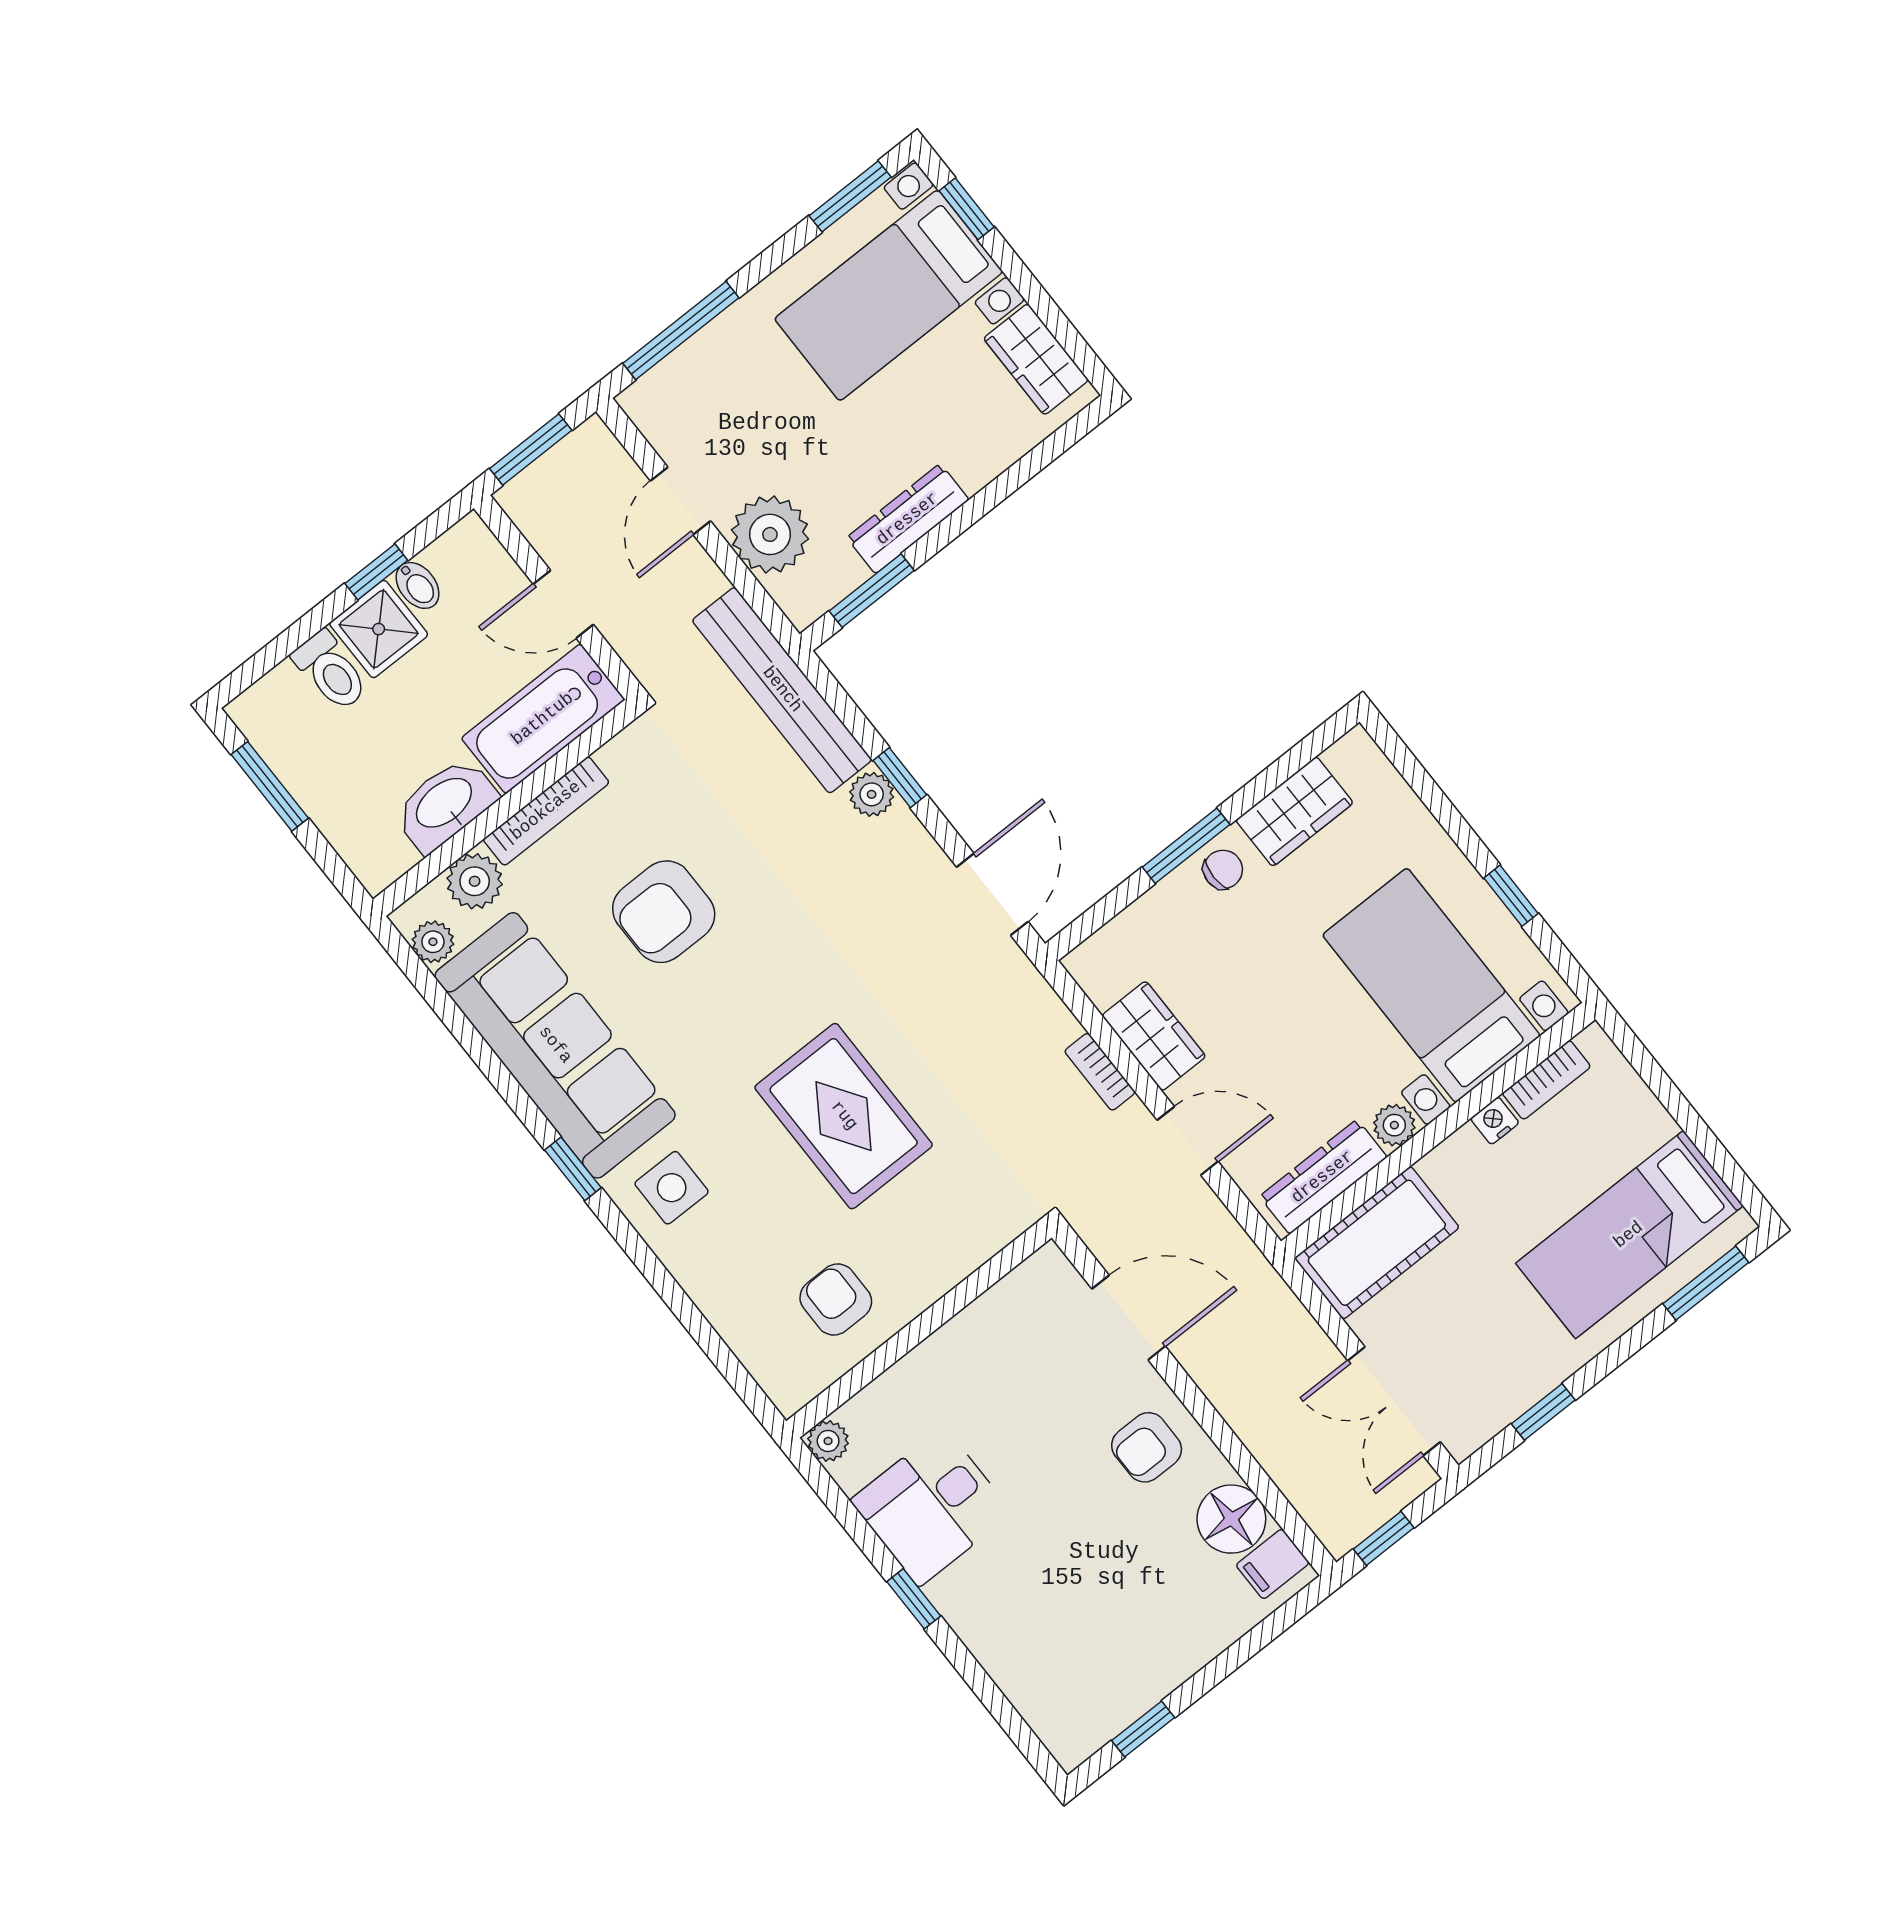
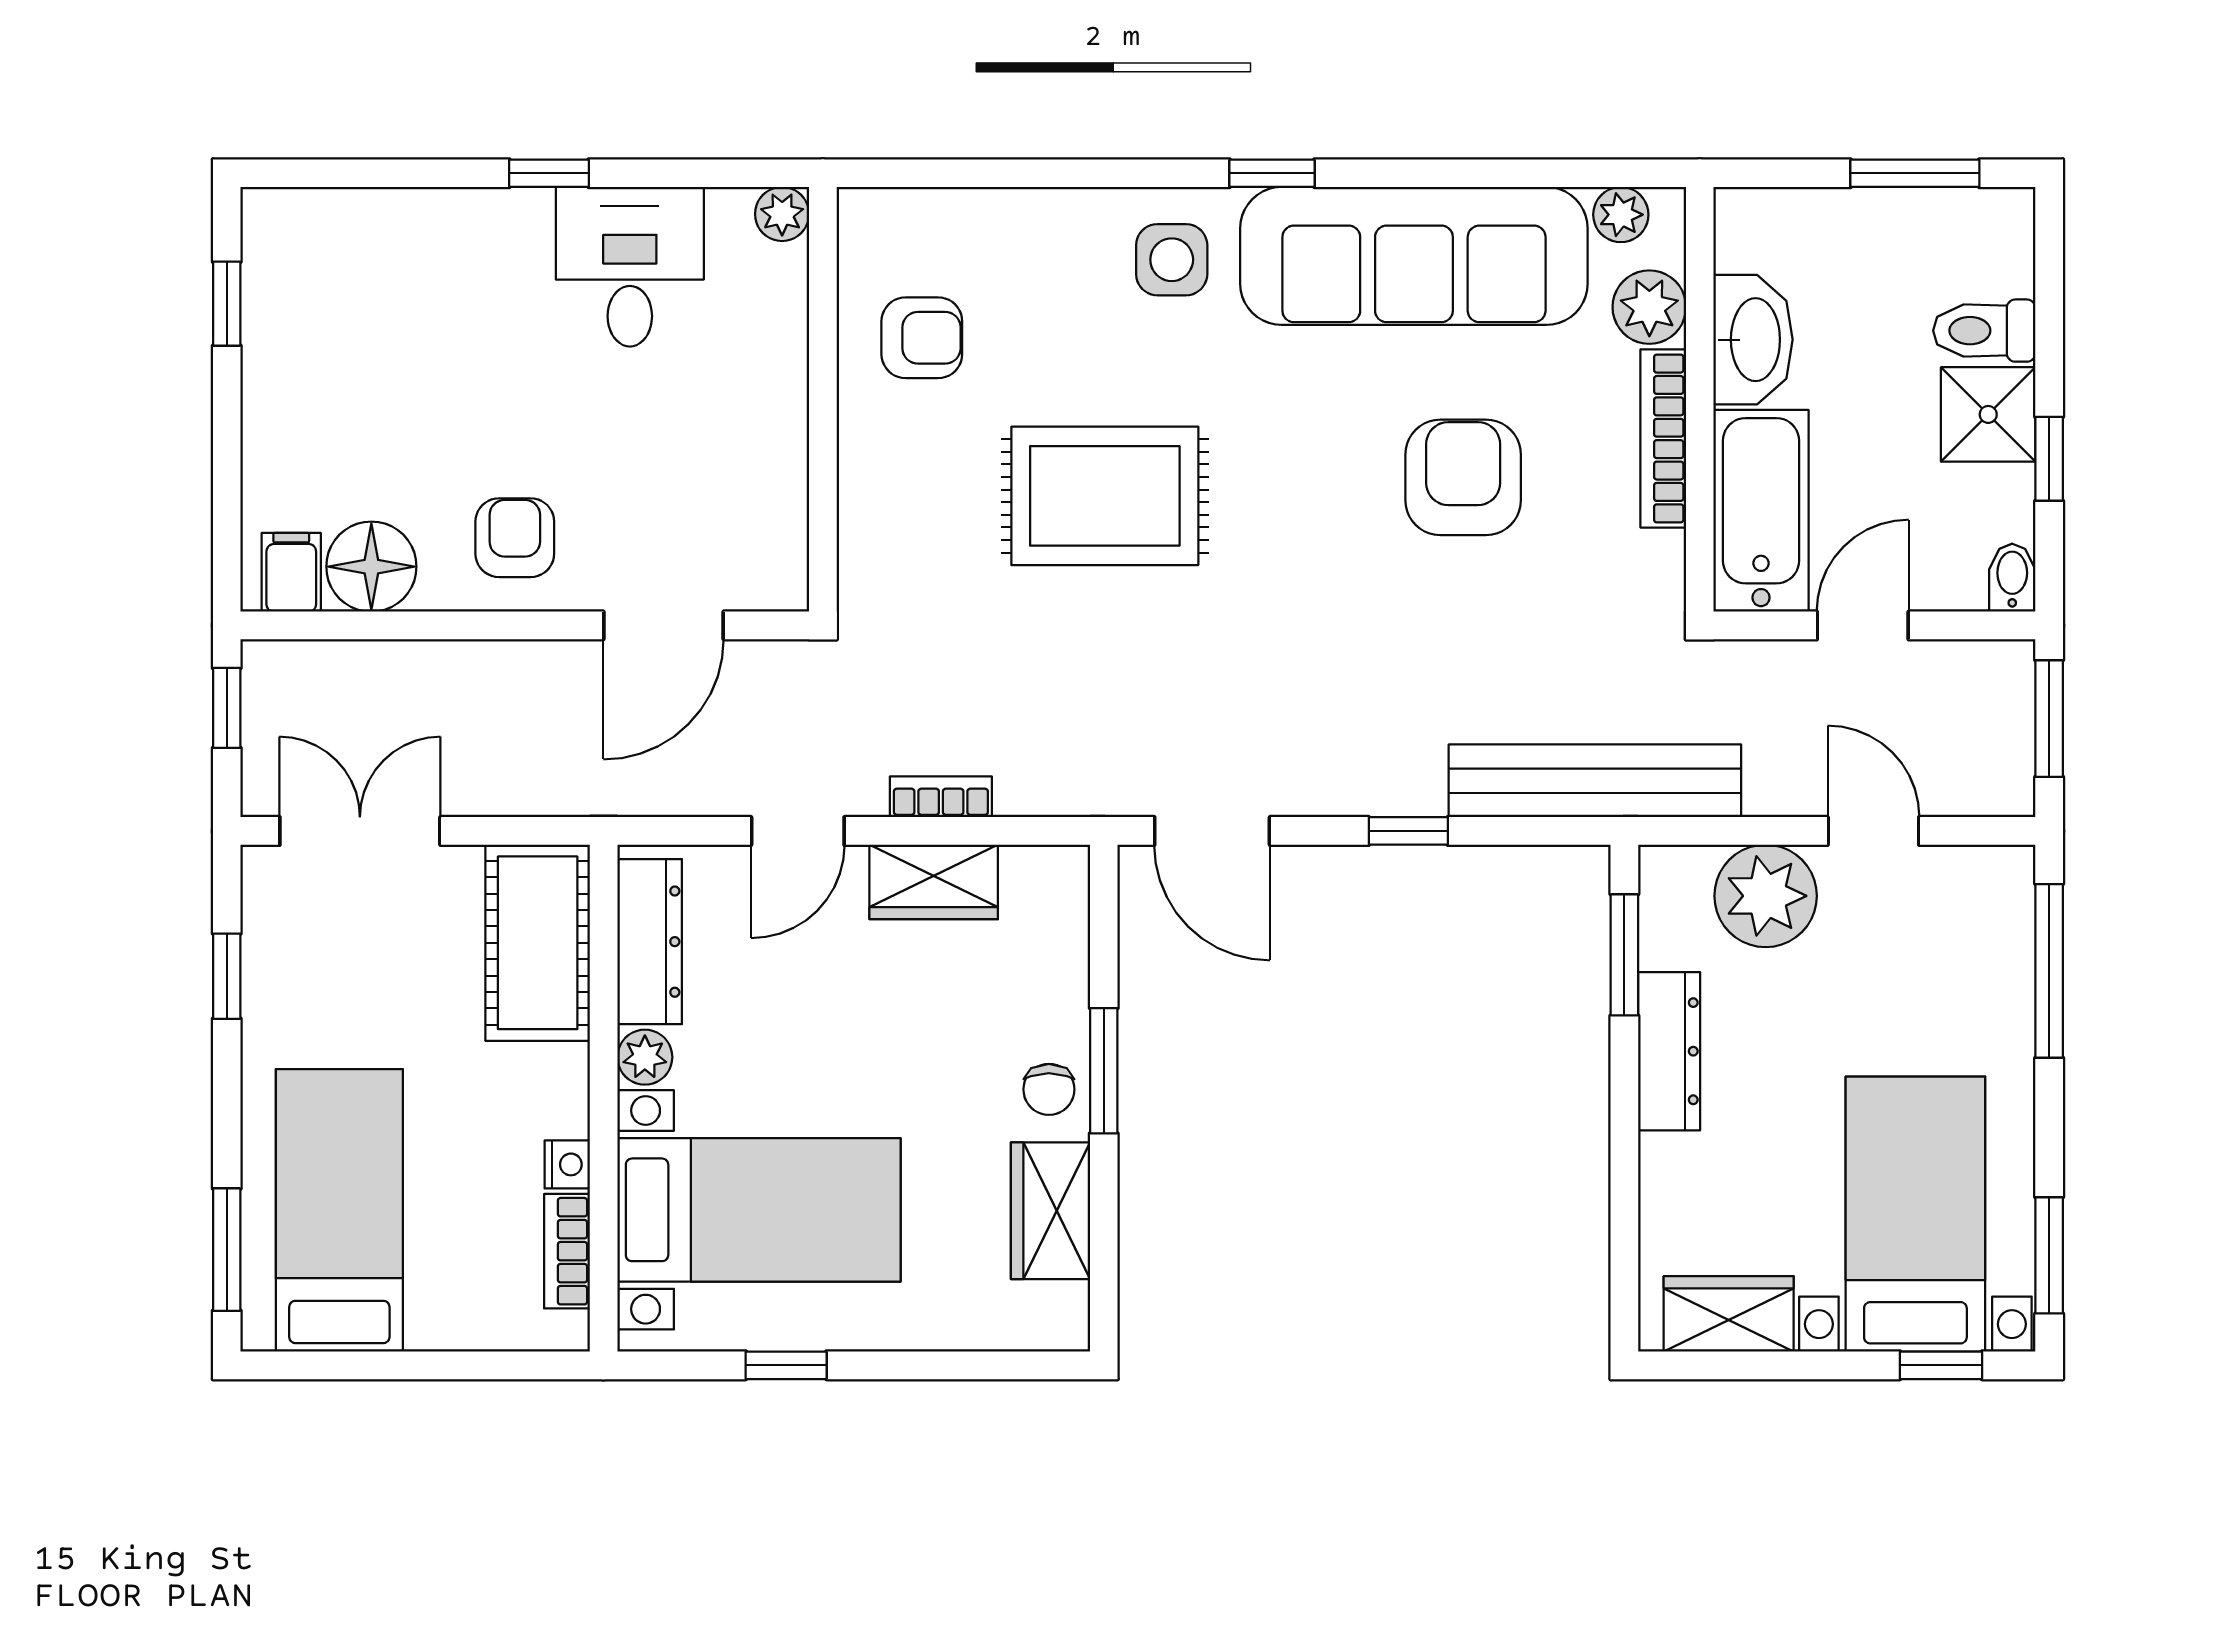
bidet: (418, 585) -> (2012, 578), moved, turned 90
plant: (872, 794) -> (1414, 788), removed

